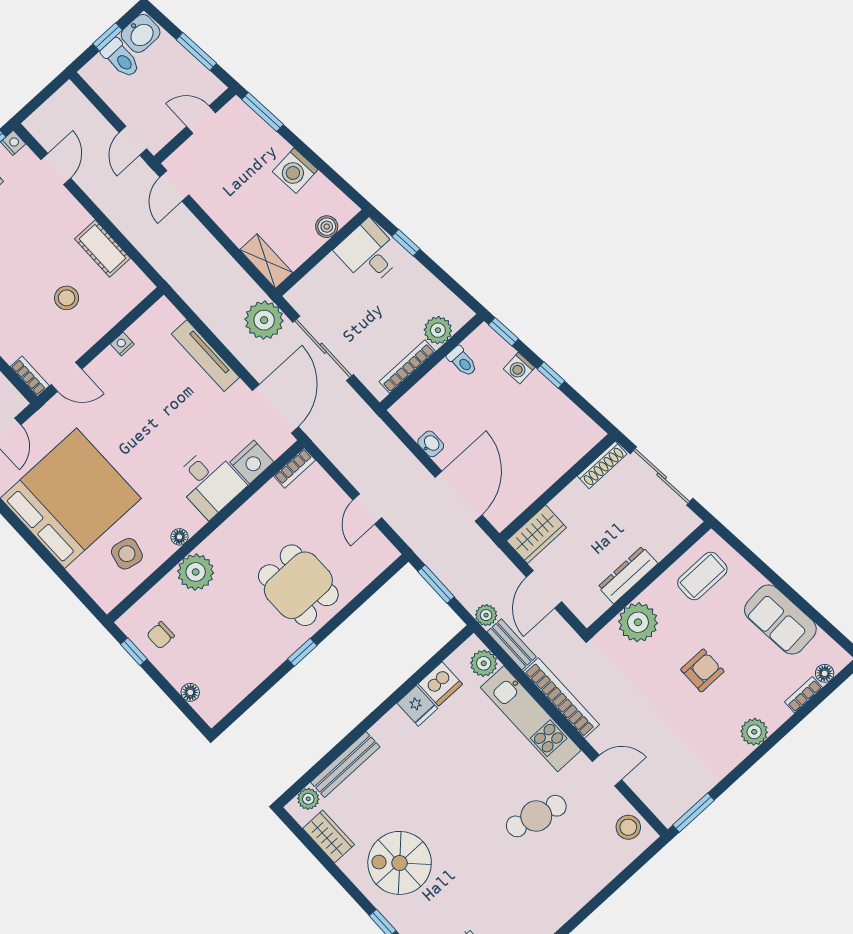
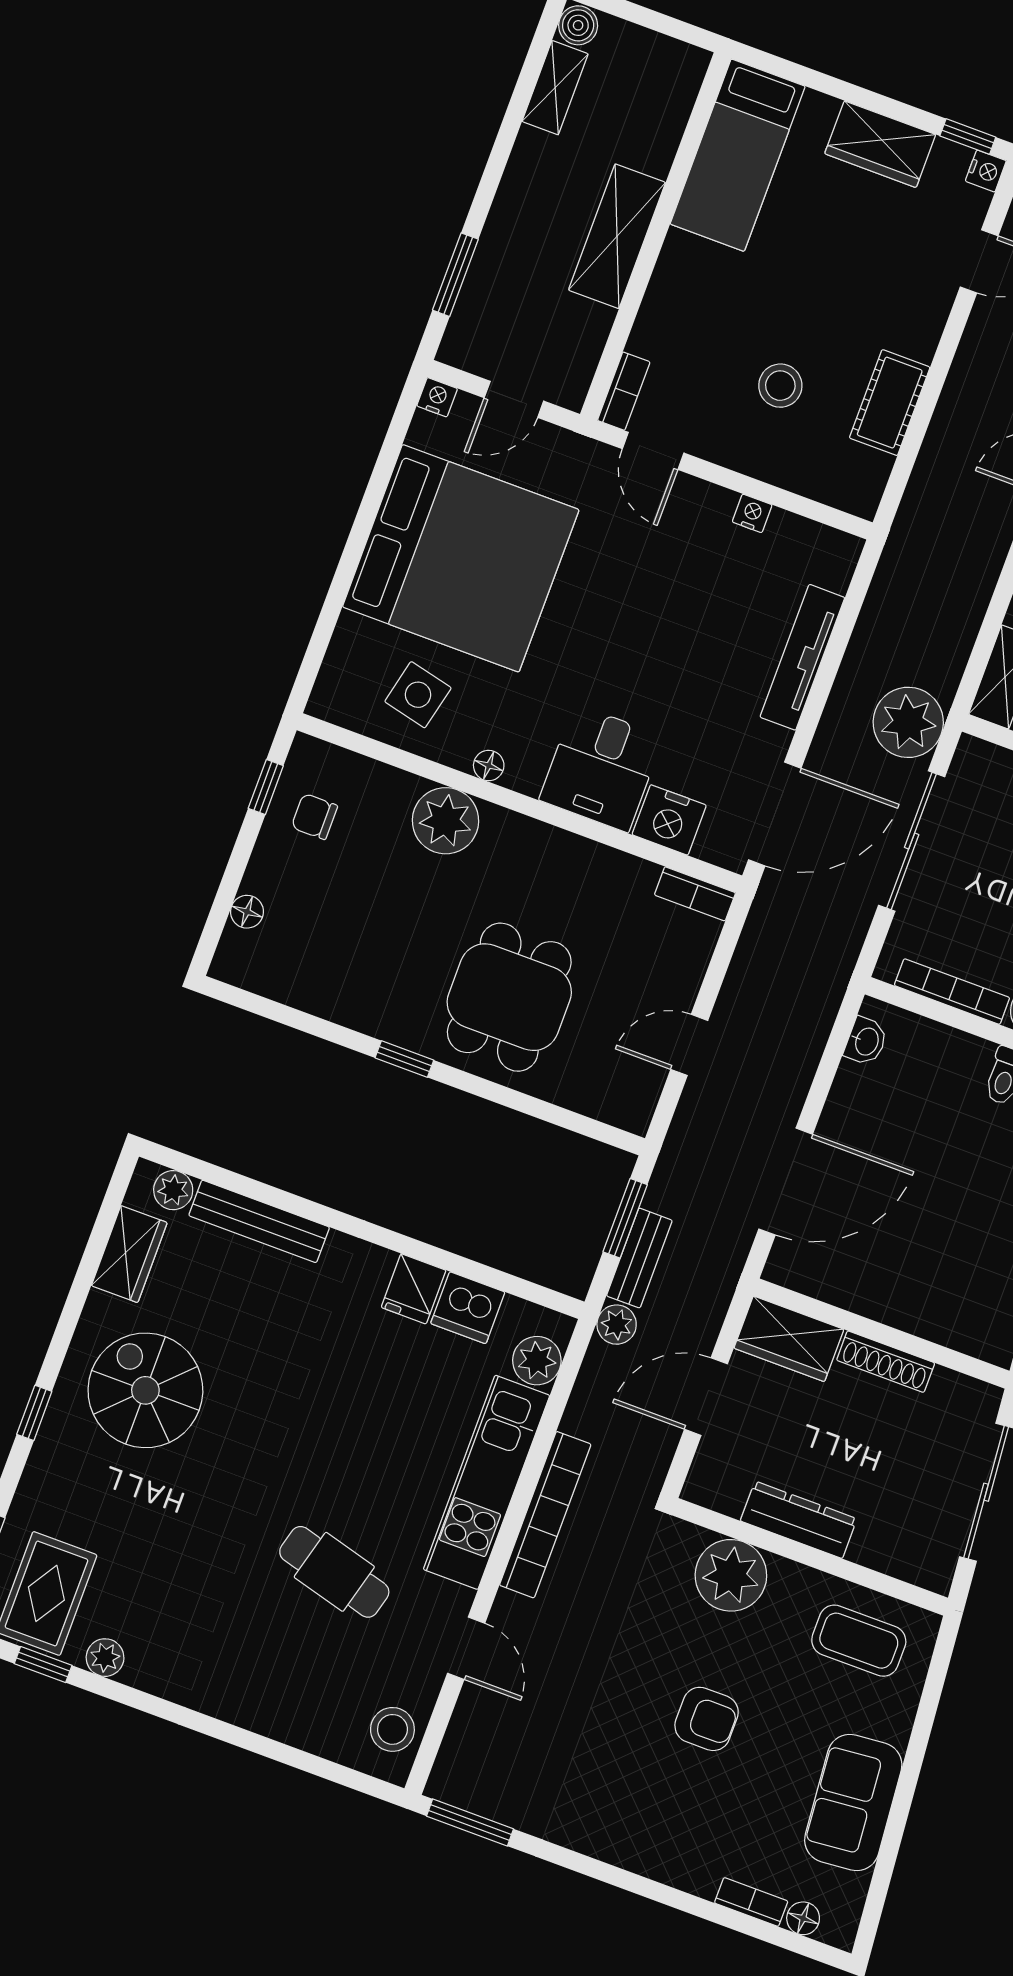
washbasin: (431, 444) -> (866, 1041), moved
shoe rack: (602, 465) -> (886, 1362), moved
bench: (512, 644) -> (639, 1258), moved
plant: (754, 732) -> (651, 1853), removed

